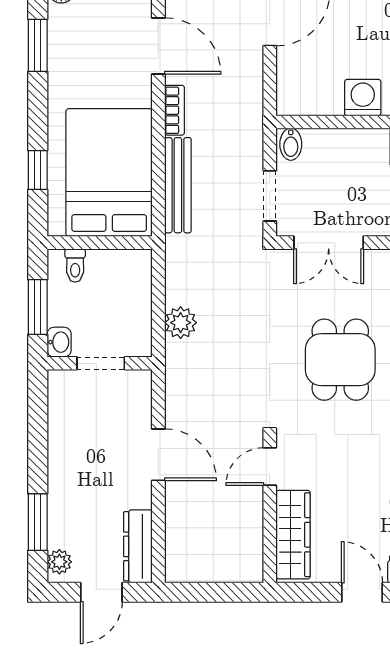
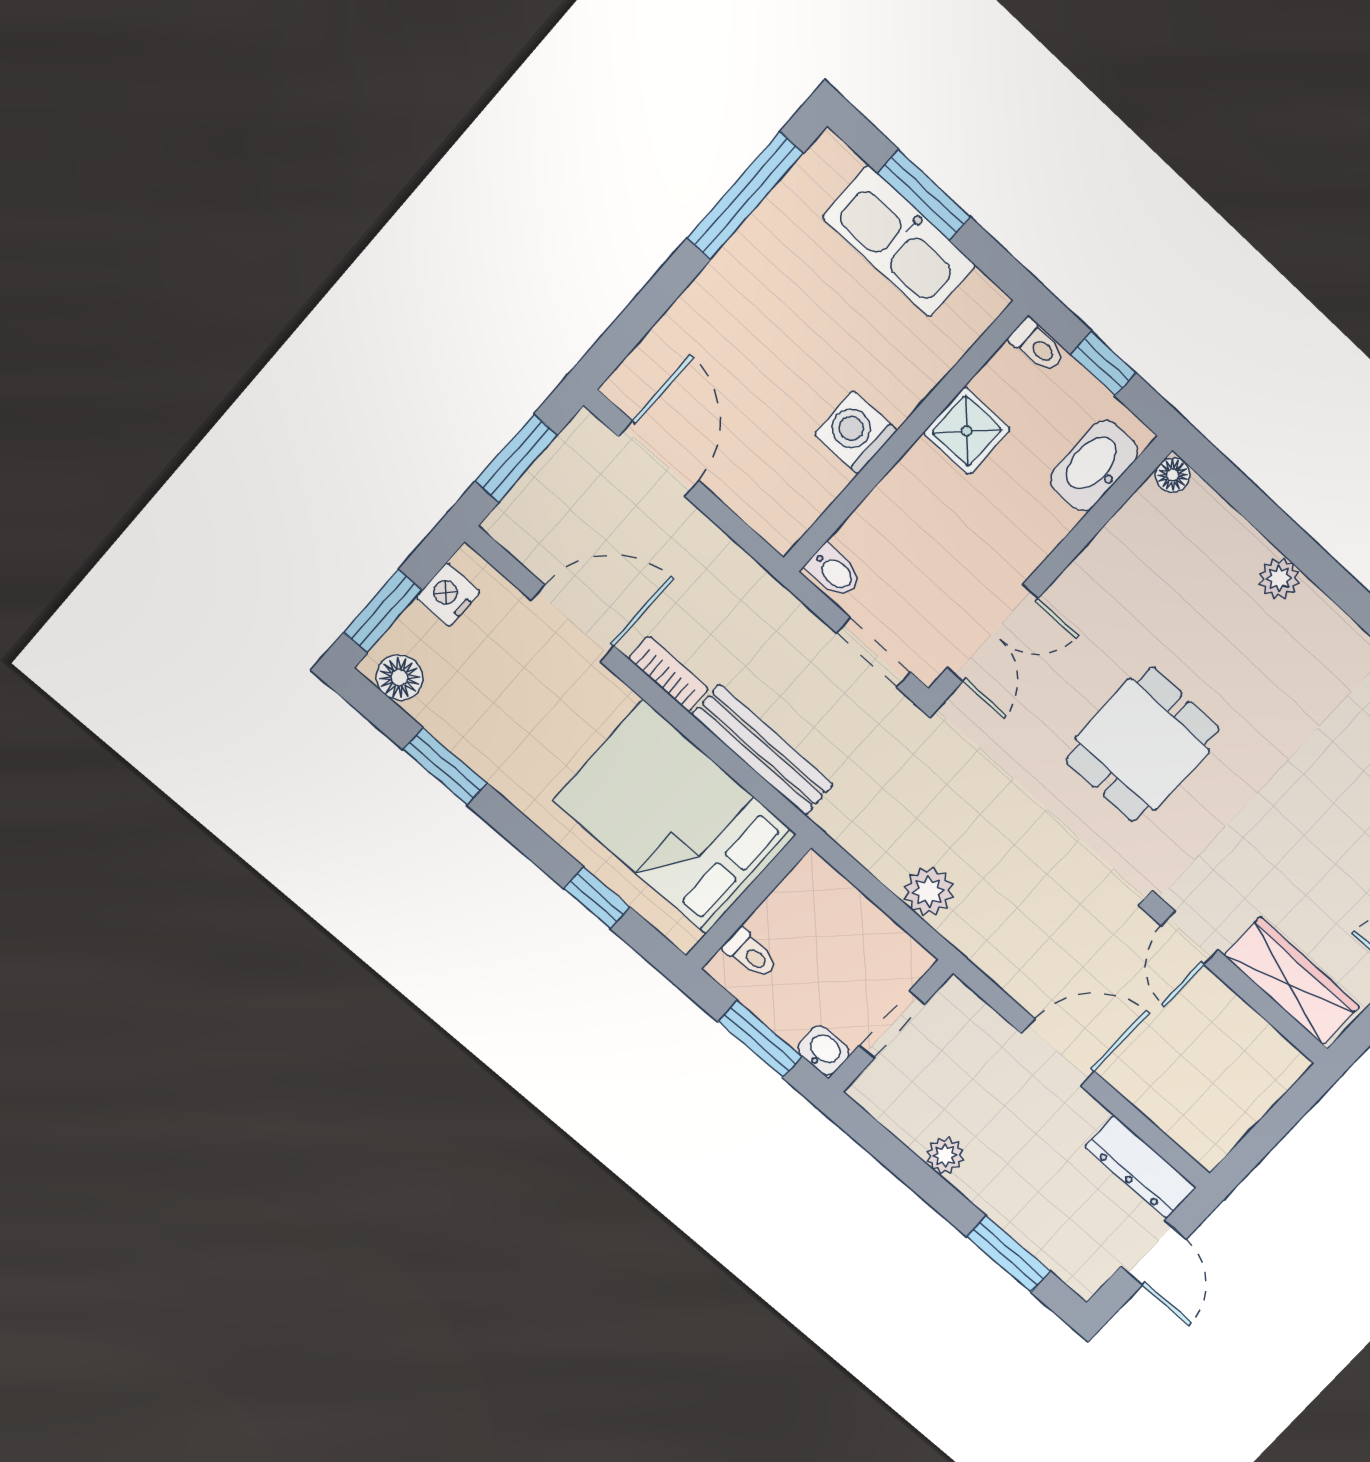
dining table: (340, 360) -> (1142, 744), turned 90
plant: (59, 562) -> (945, 1156), moved

